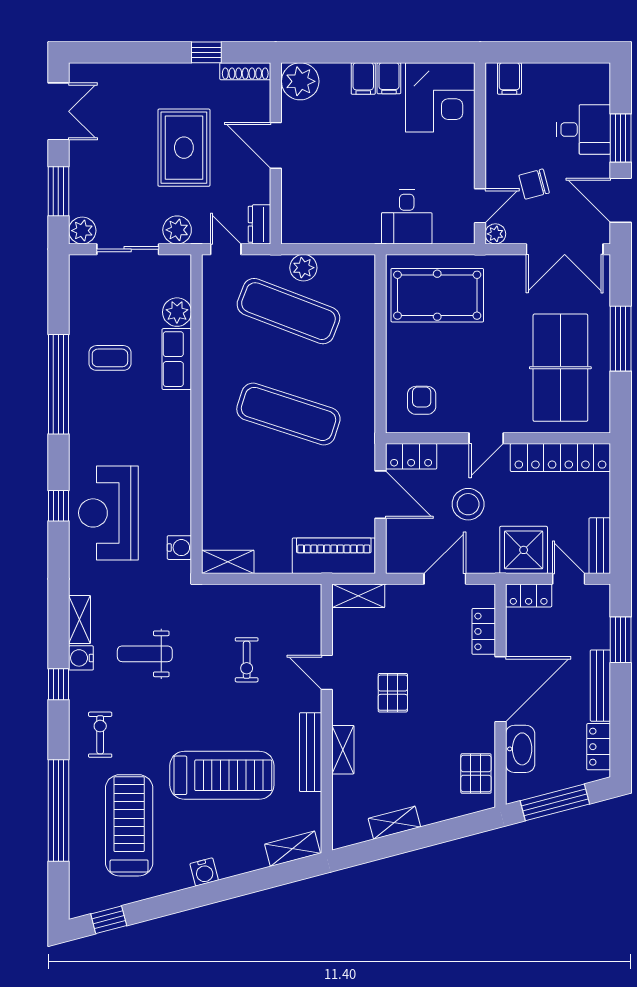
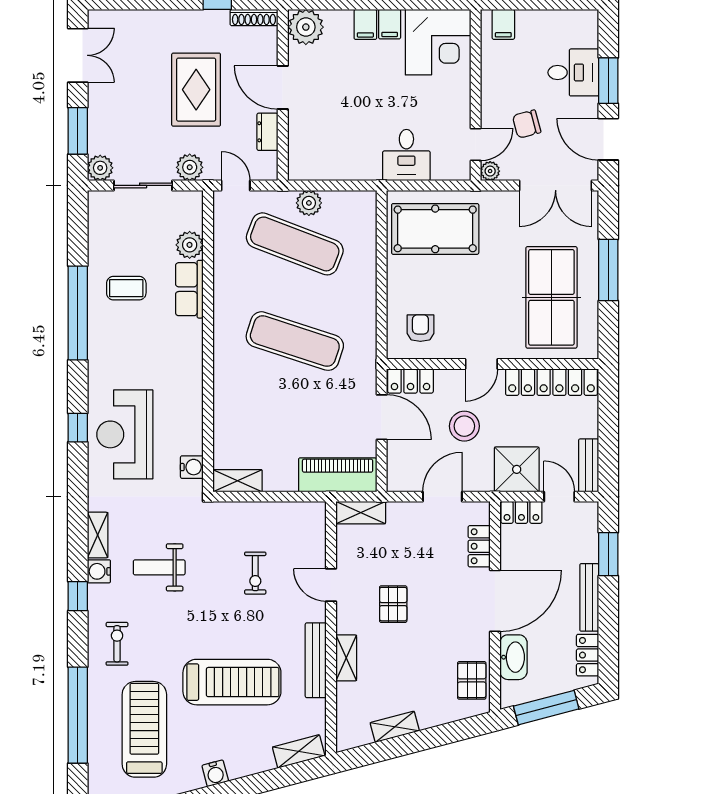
dresser: (259, 224) -> (267, 132), moved

